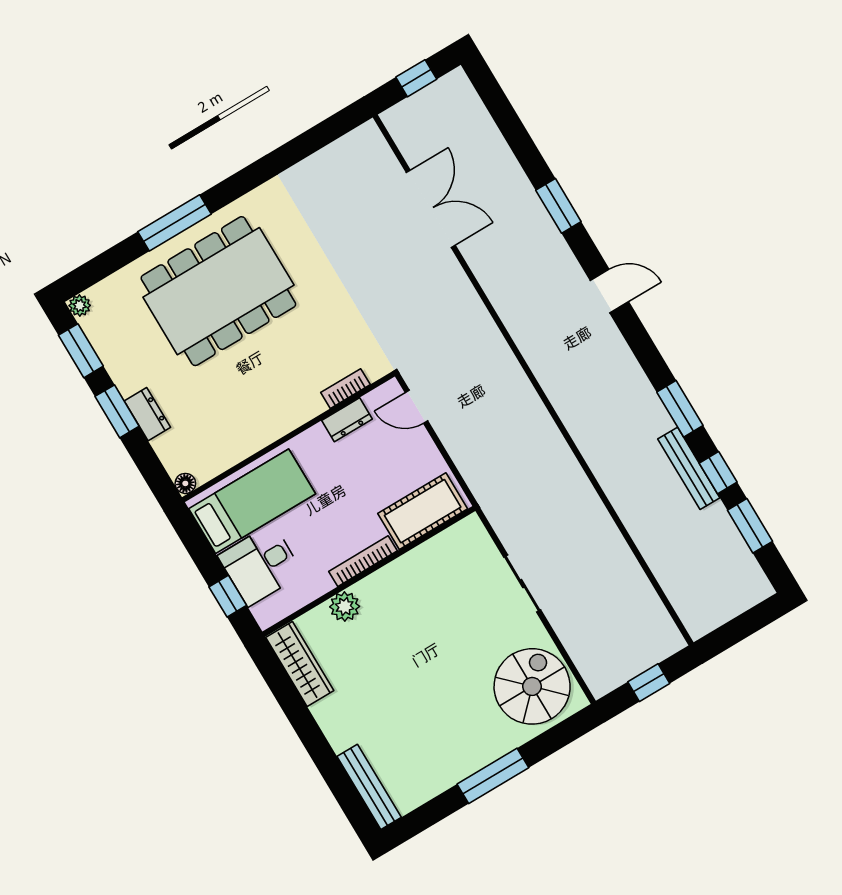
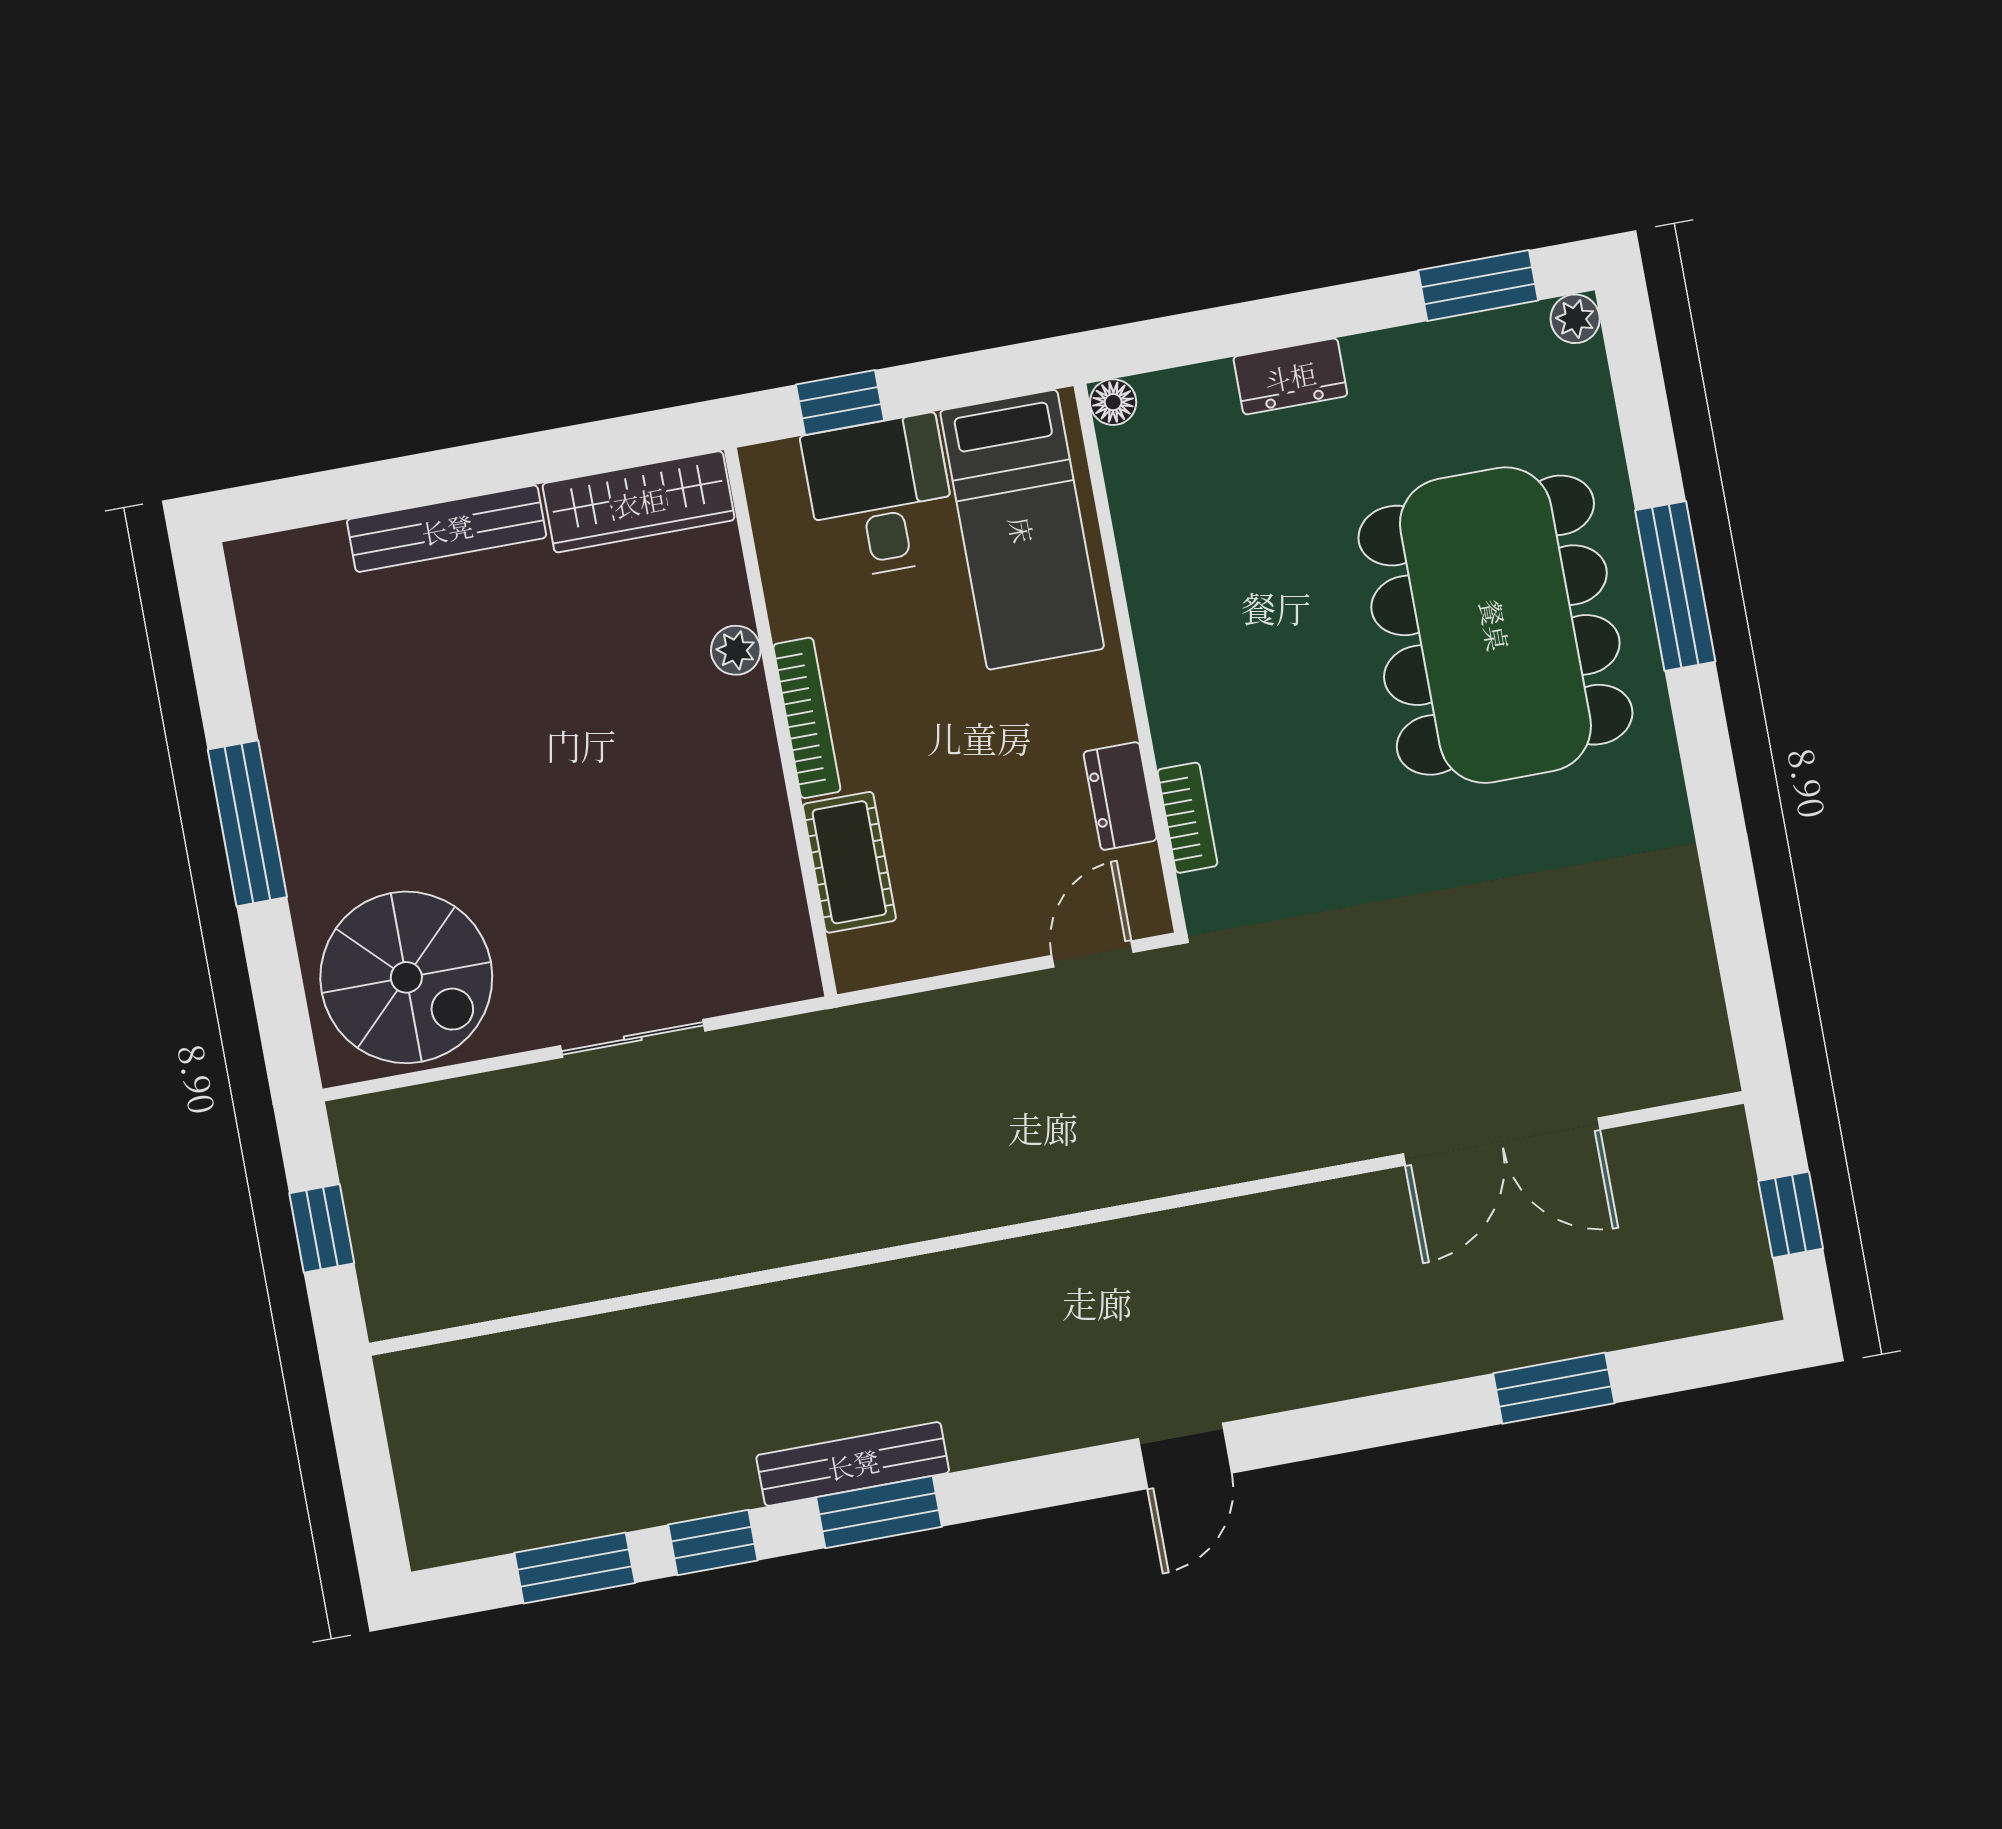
window: (558, 206) -> (1554, 1388), moved
window: (117, 411) -> (1321, 314), removed
bench: (689, 468) -> (853, 1464), moved
cot: (423, 511) -> (849, 862), width x0.73, depth x0.75
plant: (345, 607) -> (736, 650), width x0.73, depth x0.73
bench: (369, 787) -> (447, 529), moved

